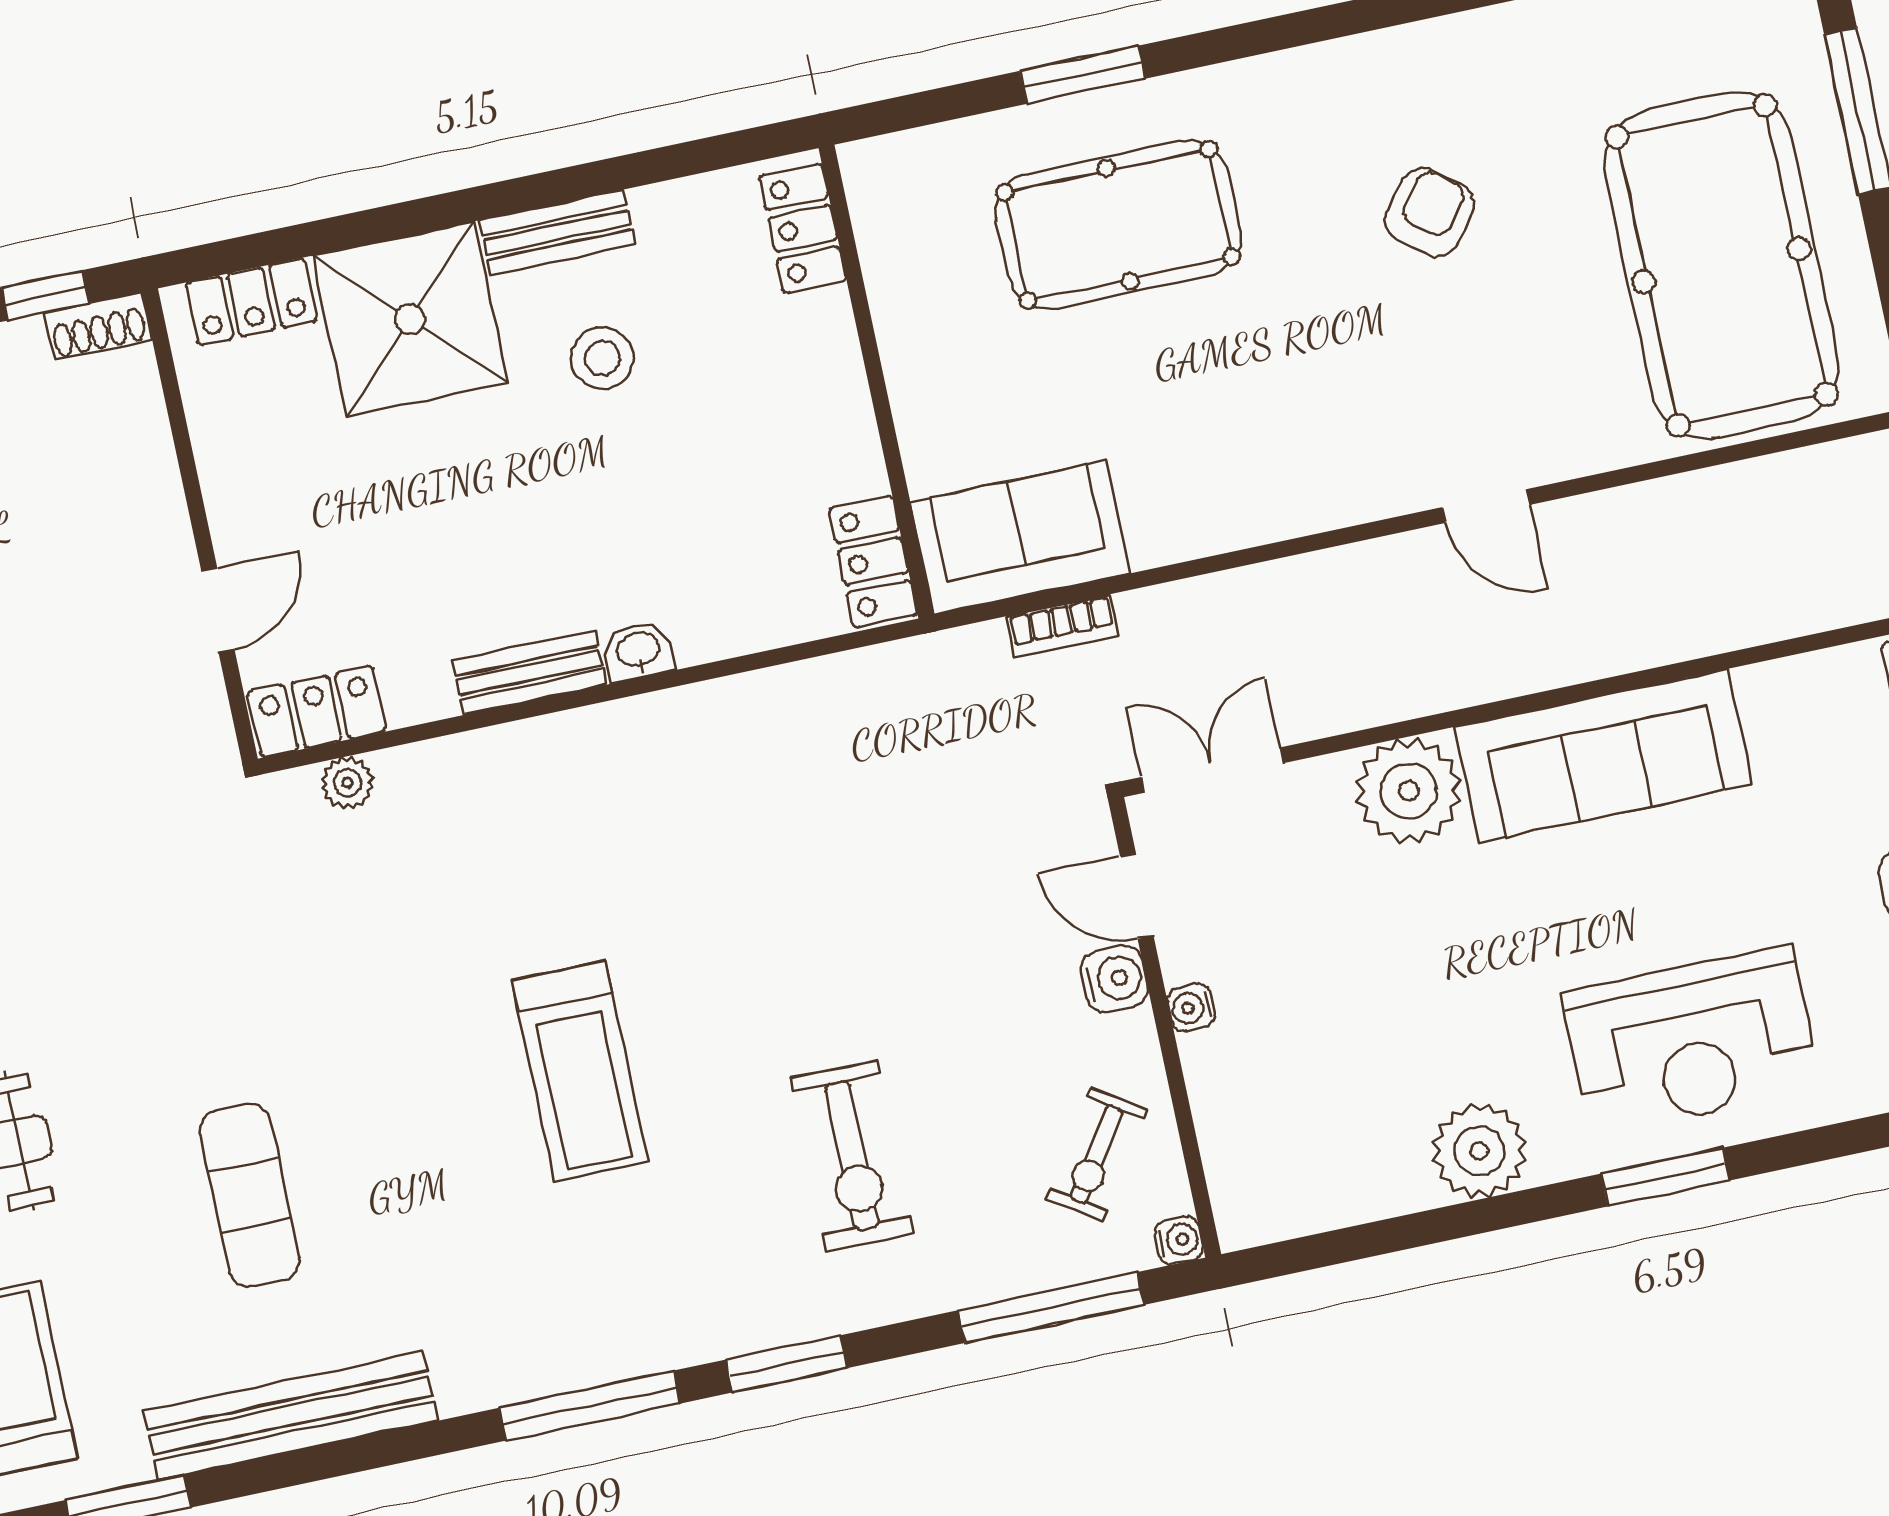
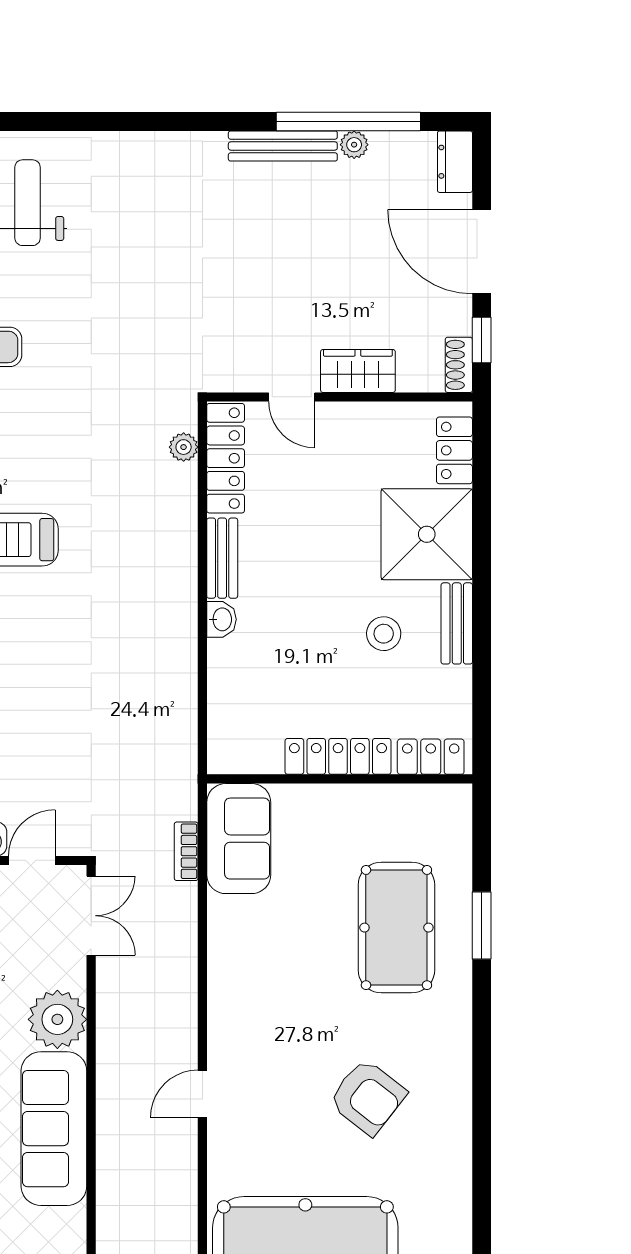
armchair: (1430, 212) -> (367, 1097), width x1.38, depth x1.38
wardrobe: (147, 503) -> (358, 371), added
locker: (873, 562) -> (338, 756), moved, width x1.53
locker: (317, 712) -> (226, 458), width x1.53

